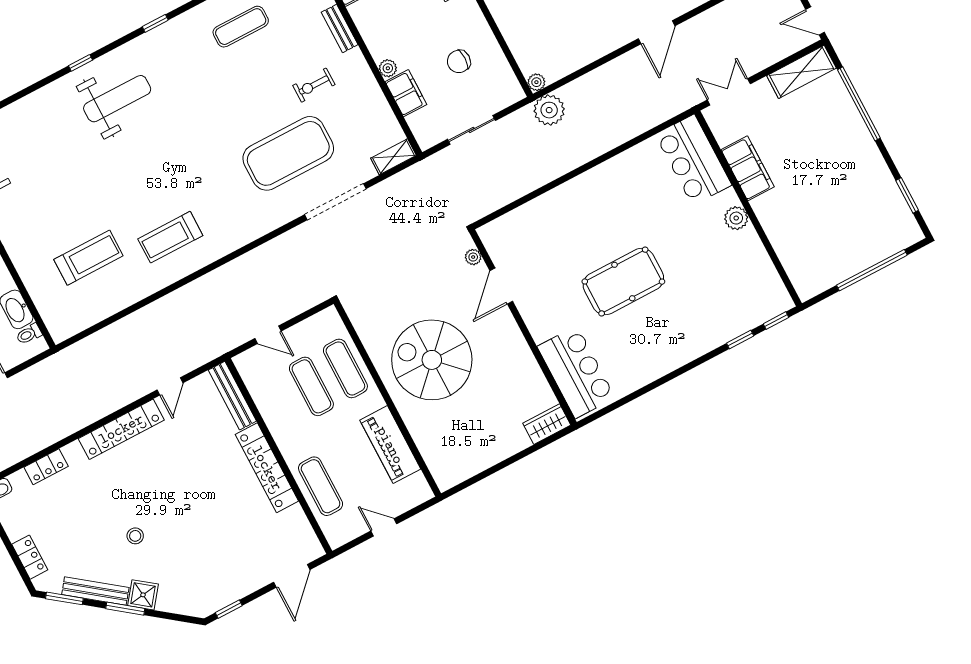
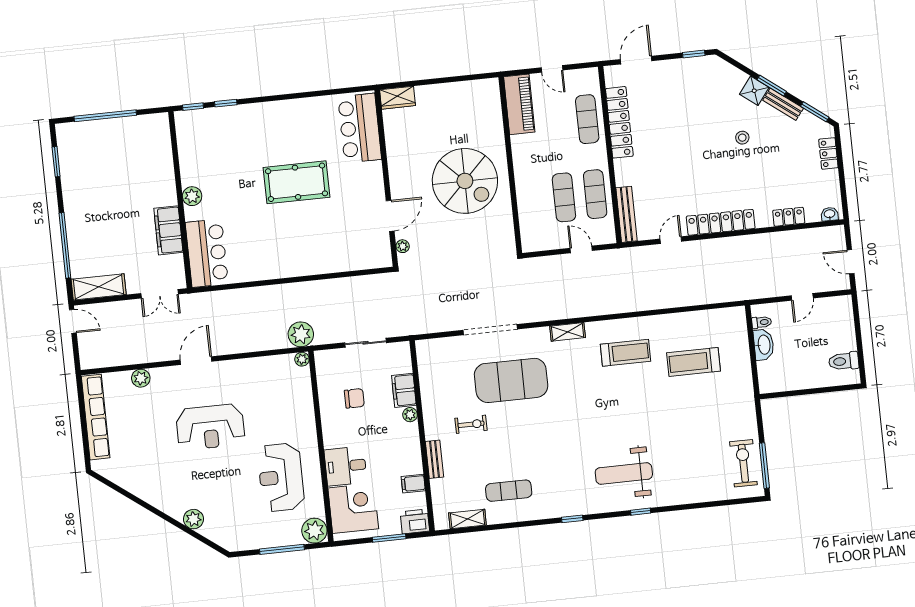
shelving: (394, 157) -> (568, 332), moved
exercise mat: (345, 368) -> (595, 194), moved
piano: (390, 445) -> (519, 104), moved
locker: (267, 468) -> (619, 122), moved
bench: (95, 591) -> (783, 104), width x0.73

